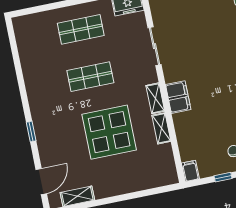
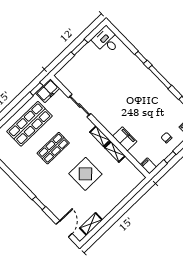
shop shelf: (81, 29) -> (29, 124), width x1.43, depth x1.36
filing cabinet: (178, 97) -> (125, 139), moved
display table: (109, 132) -> (85, 174), width x0.73, depth x0.73

